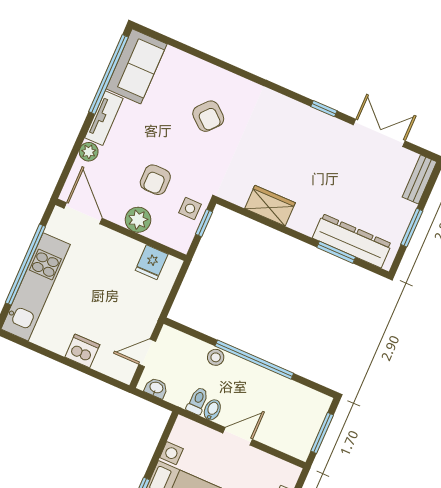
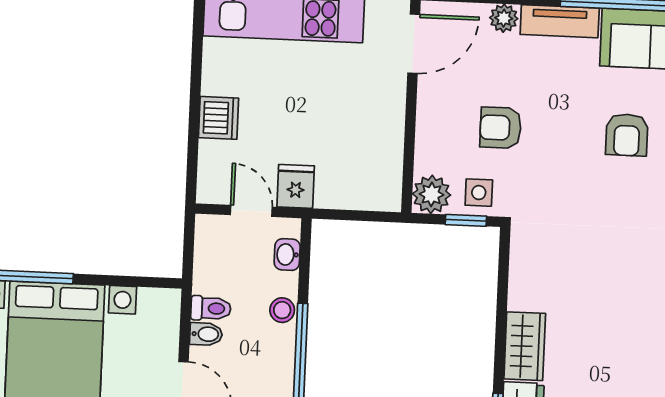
armchair: (208, 116) -> (627, 135), moved, turned -41
wardrobe: (270, 206) -> (525, 346), moved
plant: (138, 220) -> (432, 194), moved
fridge: (152, 262) -> (296, 186), moved, turned 90
washbasin: (156, 388) -> (287, 255), moved, turned 180

